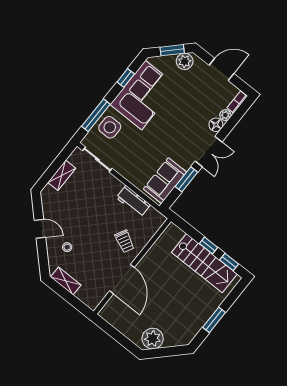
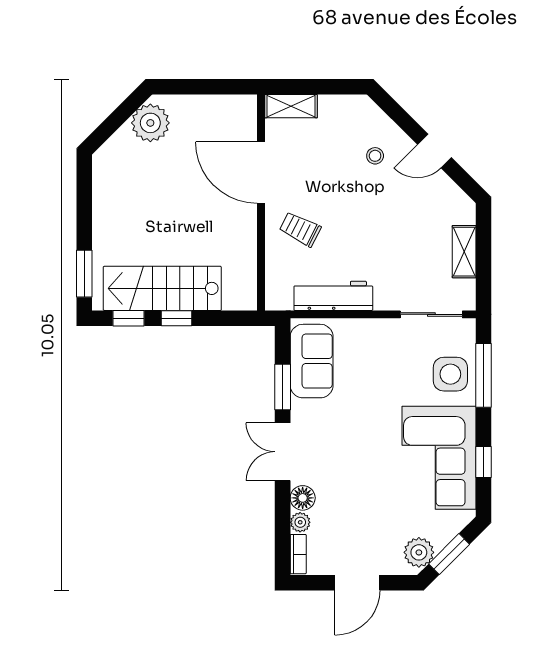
workbench: (133, 201) -> (333, 296), width x1.38
shelving: (66, 281) -> (291, 106), moved
window: (214, 320) -> (84, 274), moved

